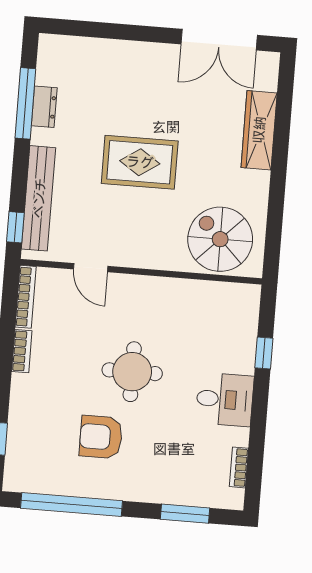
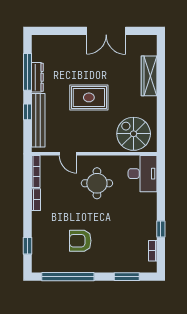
double door: (219, 40) -> (106, 31), moved
dresser: (44, 107) -> (37, 77), width x1.44
window: (15, 227) -> (27, 112), moved
window: (264, 353) -> (161, 229), moved
round table: (132, 372) -> (97, 183), moved
desk: (225, 399) -> (143, 174), moved, width x1.37

